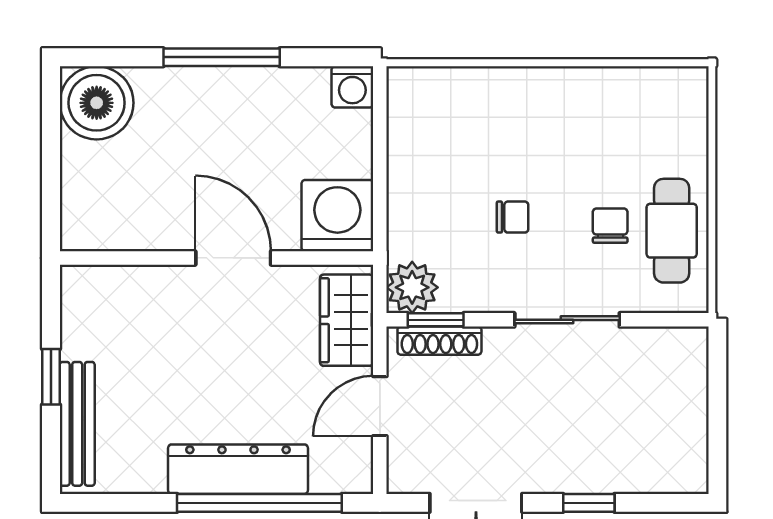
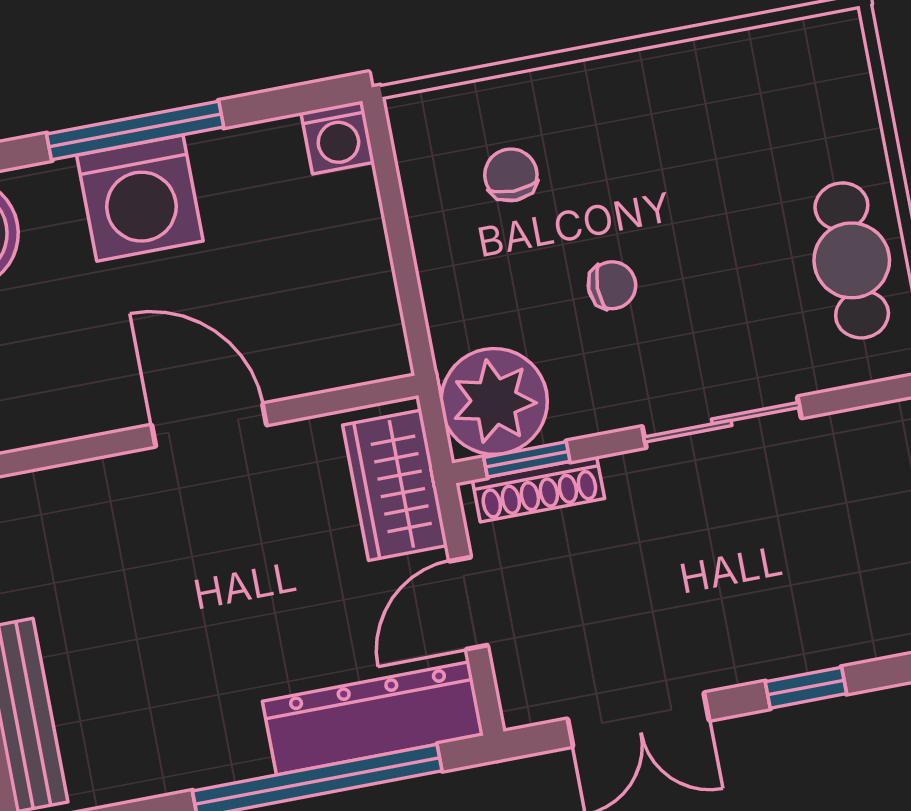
washing machine: (337, 216) -> (140, 198), moved, turned 180
chair: (610, 226) -> (511, 175), moved
plant: (412, 287) -> (494, 401), width x1.36, depth x1.36
dresser: (238, 469) -> (373, 718), moved

